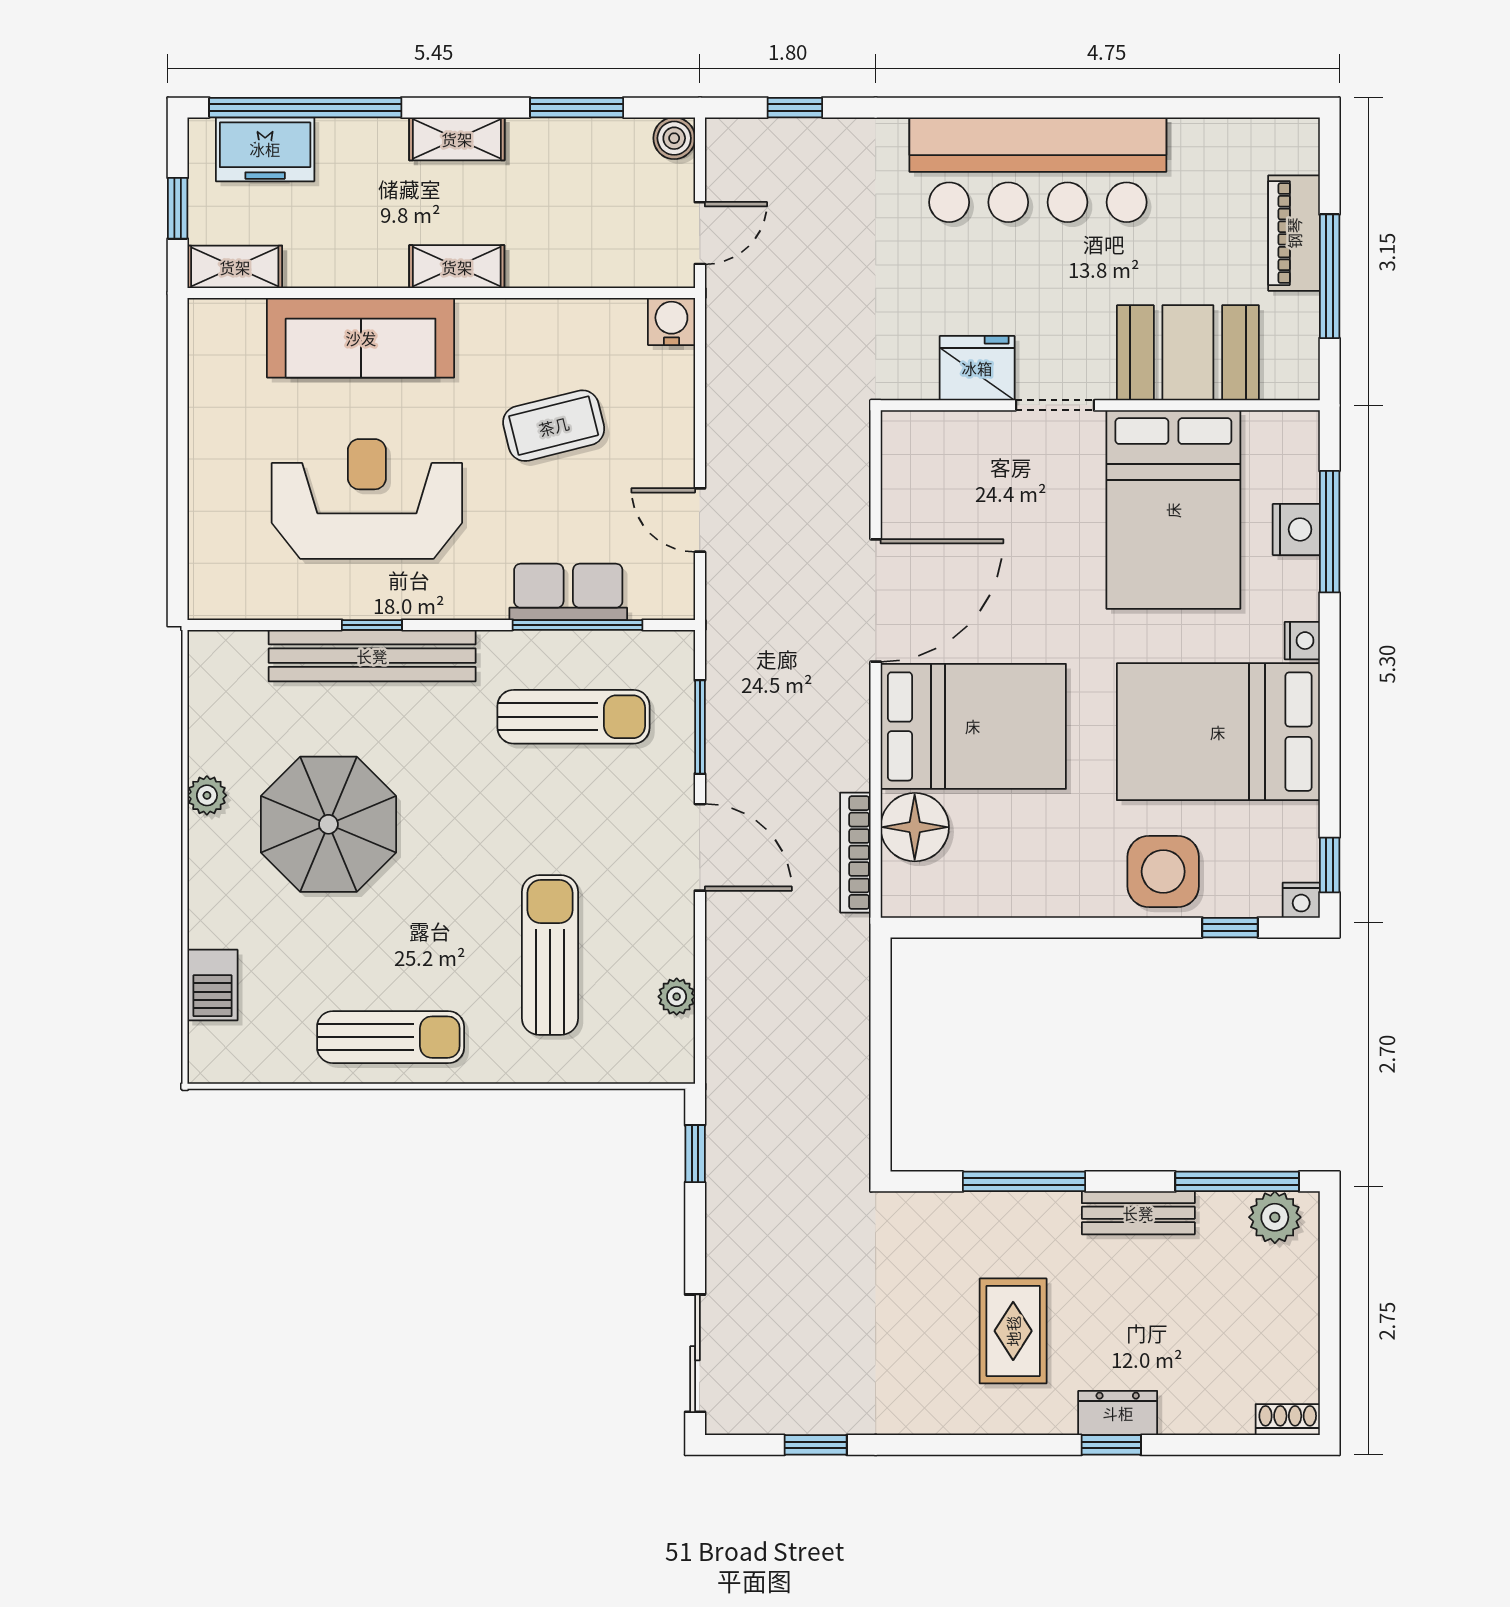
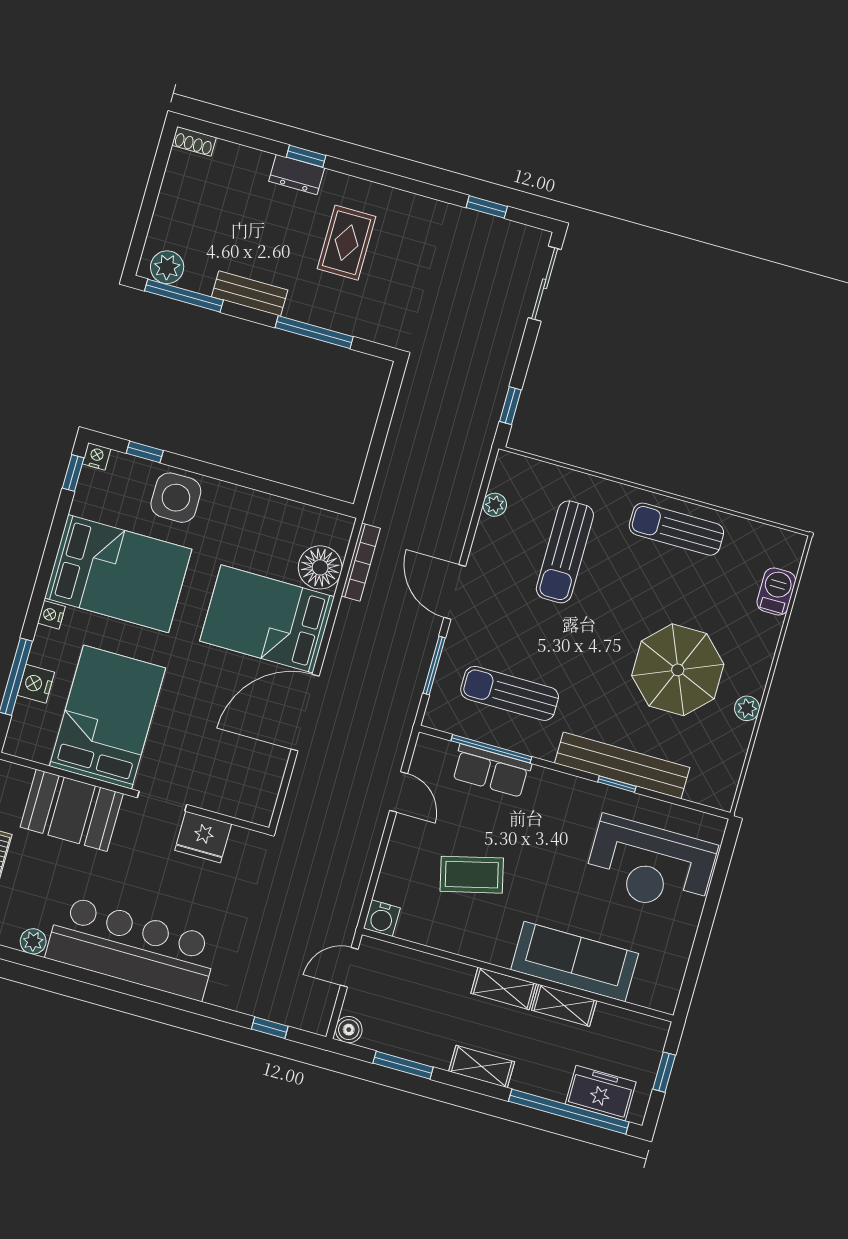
plant: (1191, 137) -> (33, 941), added
shelving: (235, 267) -> (564, 1005), moved
reception desk: (367, 499) -> (650, 865), moved

